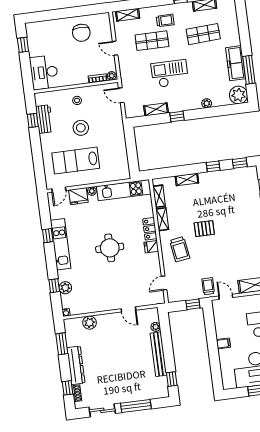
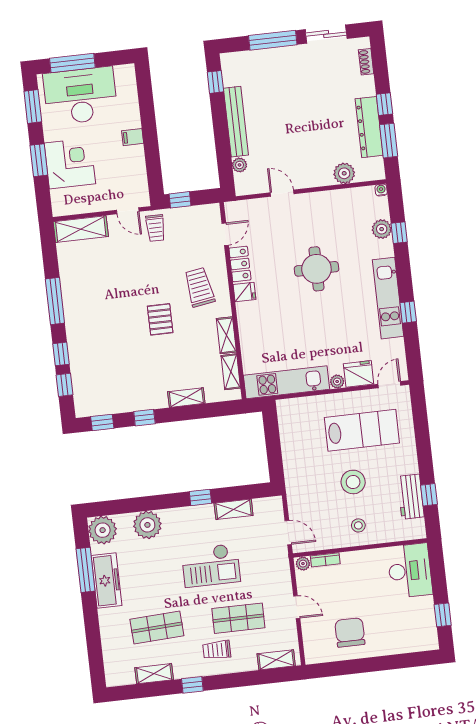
plant: (207, 103) -> (147, 525), width x1.87, depth x1.87
locker: (150, 229) -> (240, 264), moved
pallet: (204, 229) -> (160, 319), turned 90
round table: (110, 248) -> (316, 269), moved
dresser: (76, 365) -> (369, 127), moved
window: (67, 388) -> (384, 104), moved

